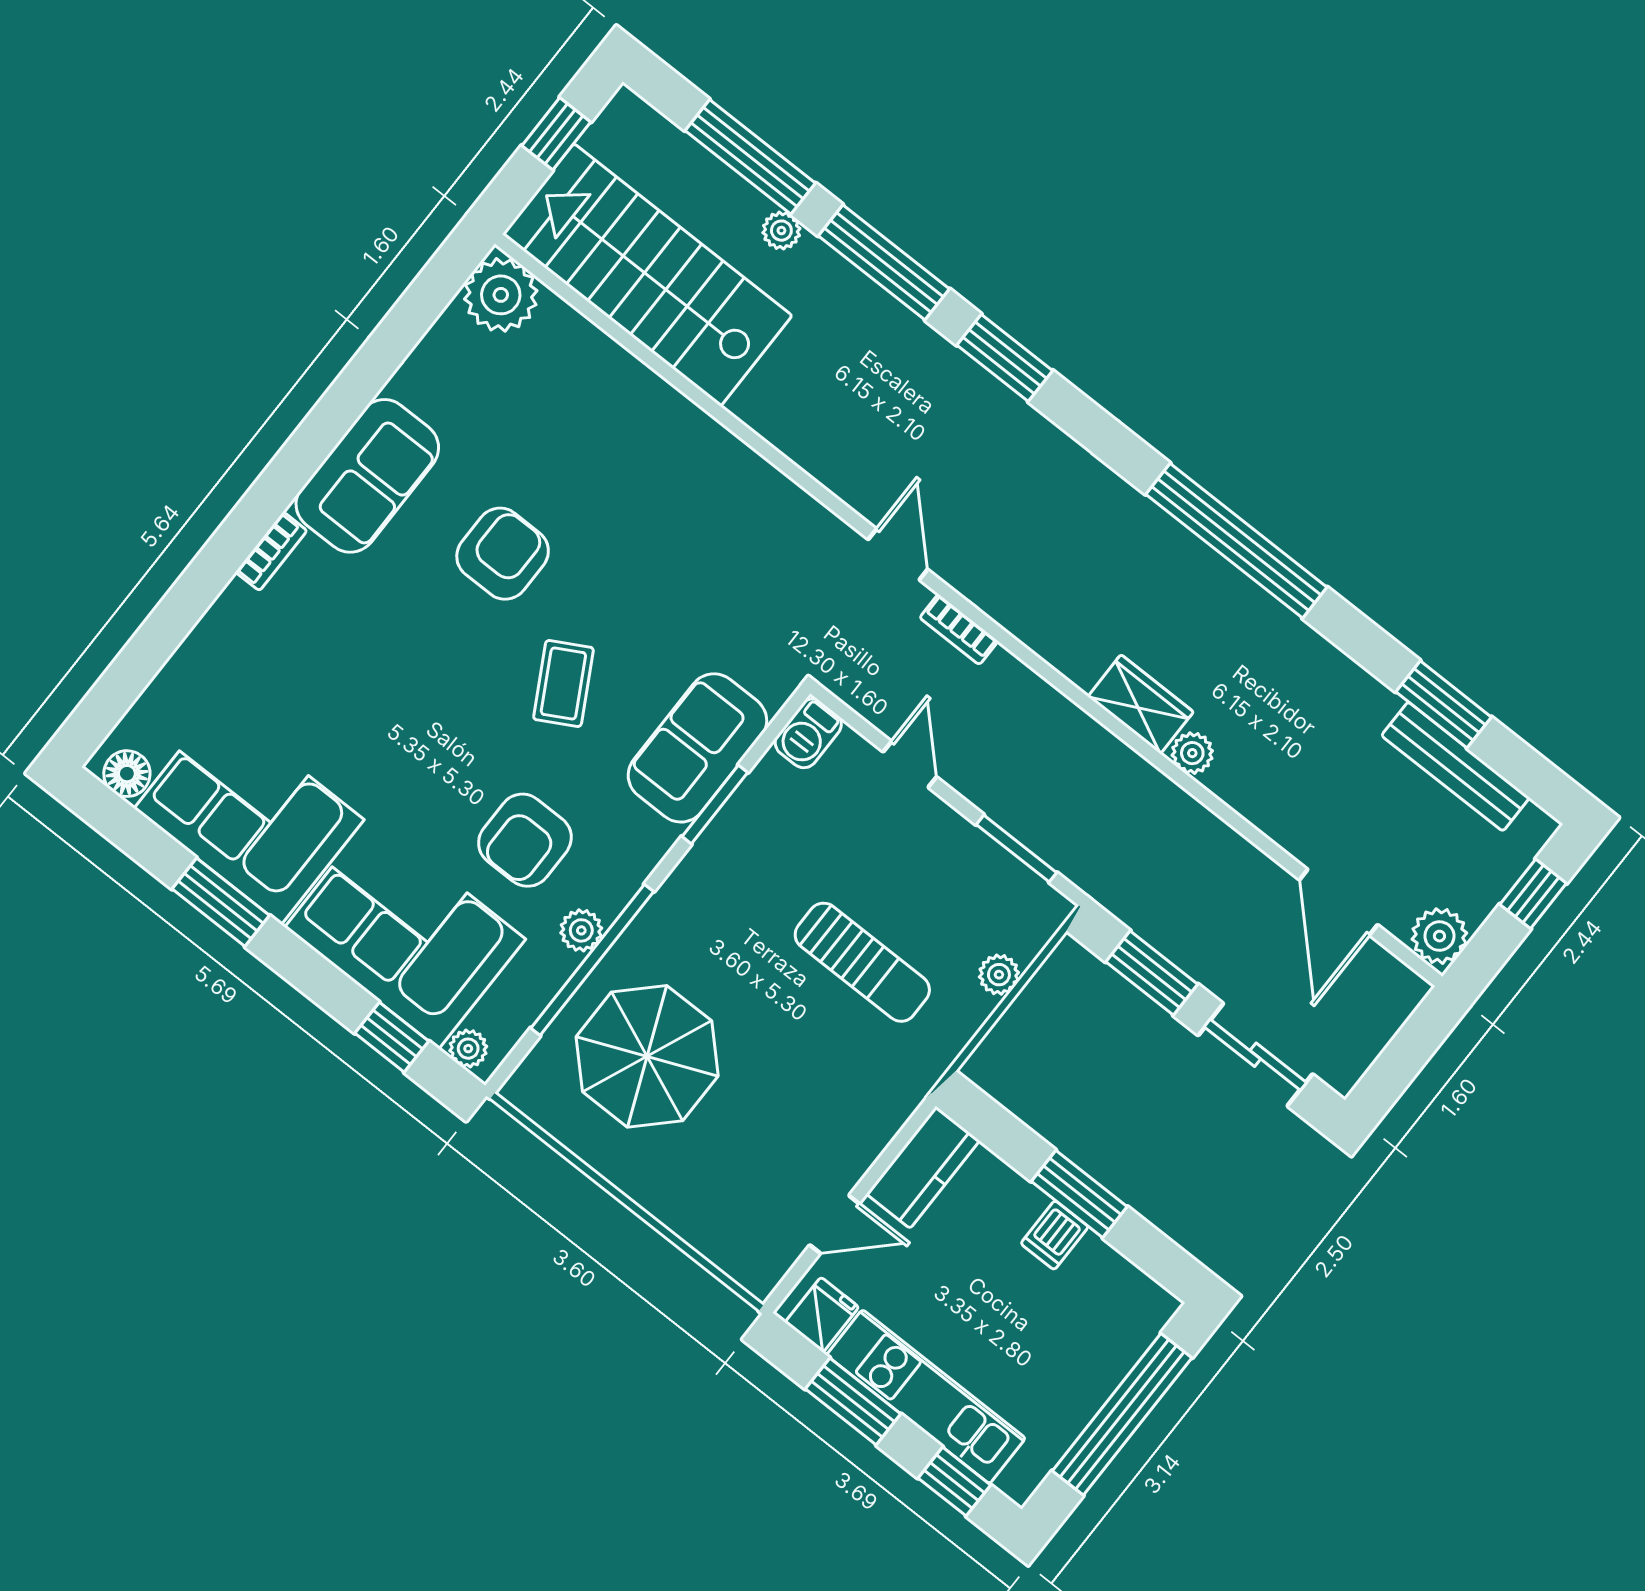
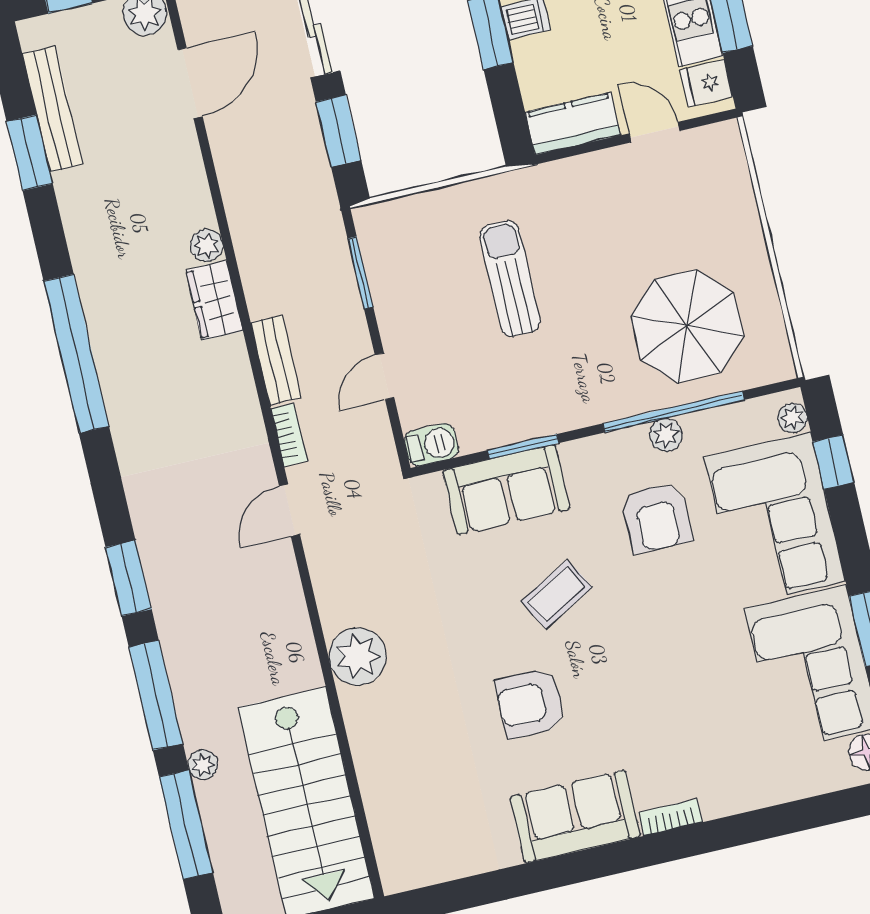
plant: (501, 295) -> (358, 656), moved
bench: (1031, 694) -> (276, 360), added
armchair: (525, 840) -> (656, 517), turned 90
plant: (999, 975) -> (433, 204), removed

